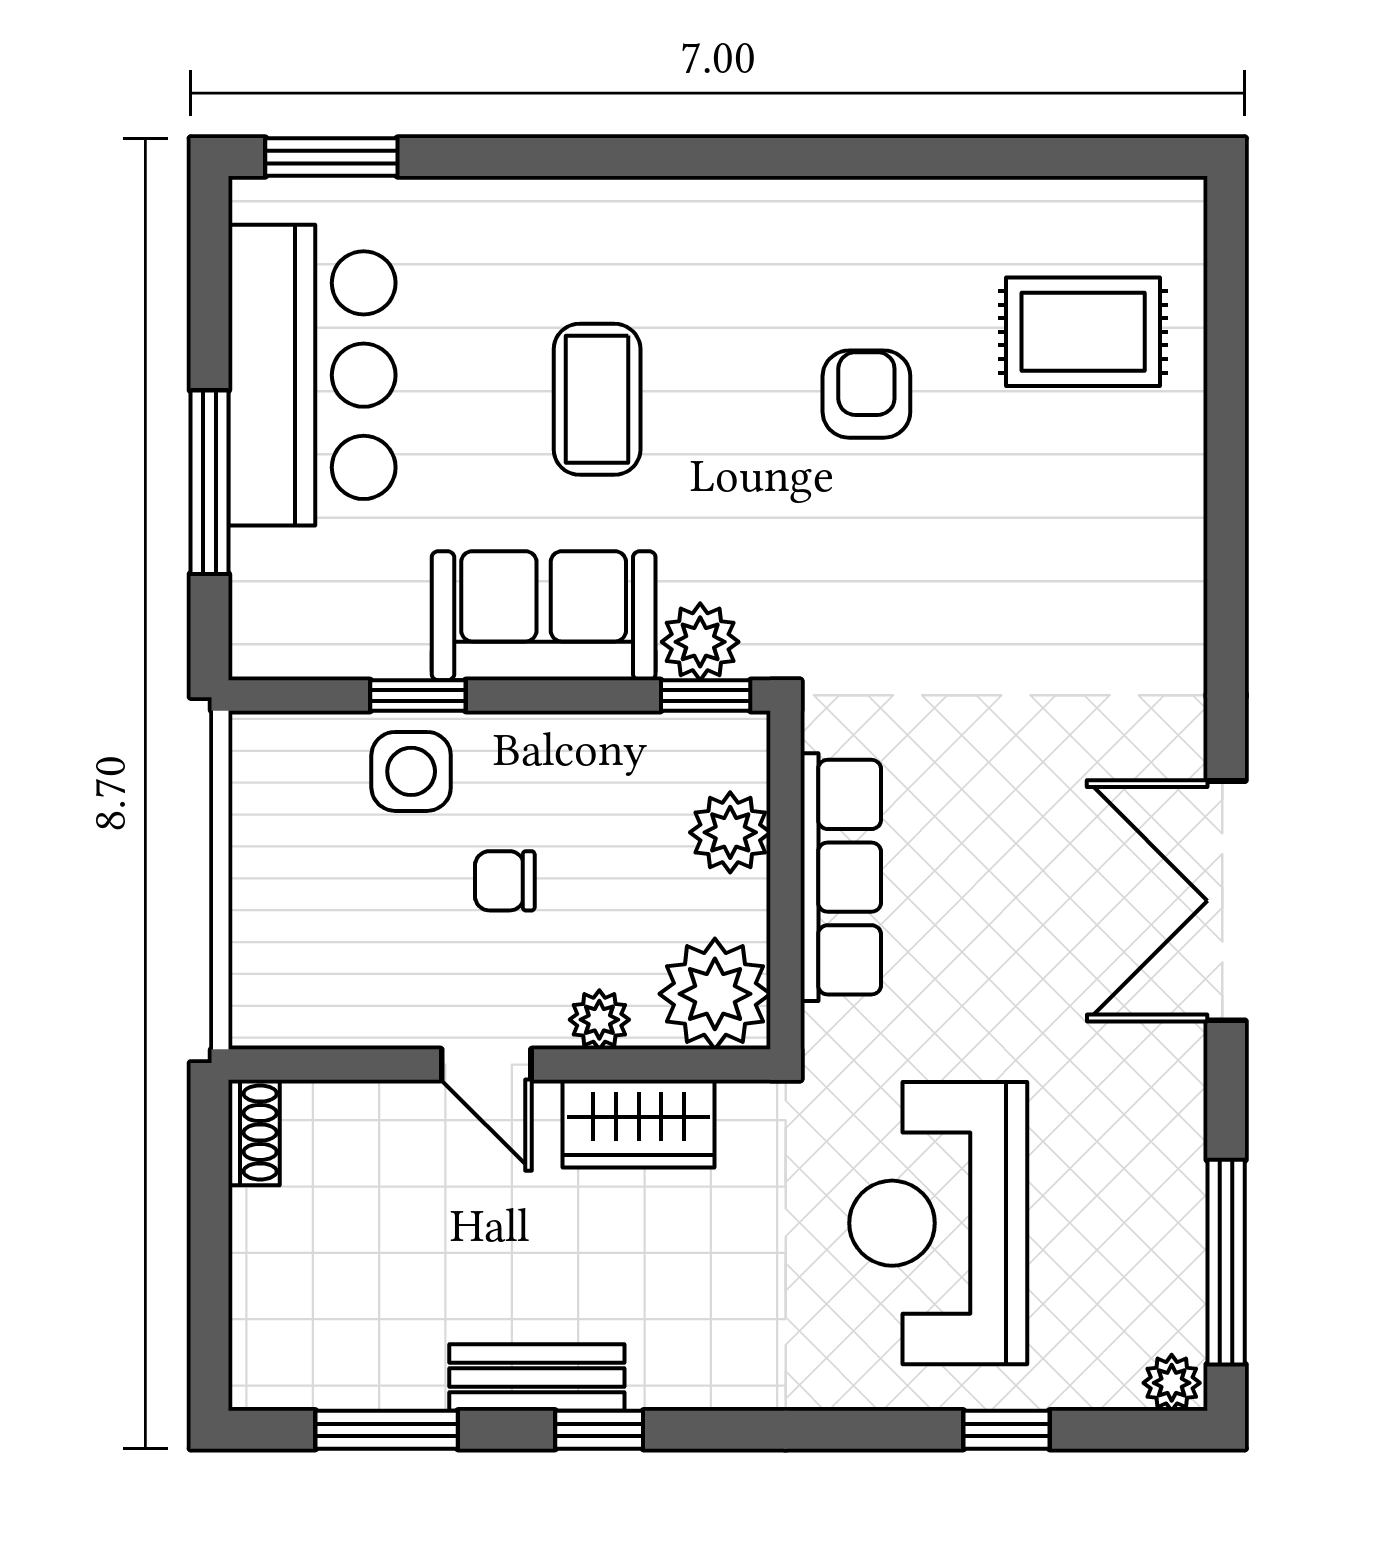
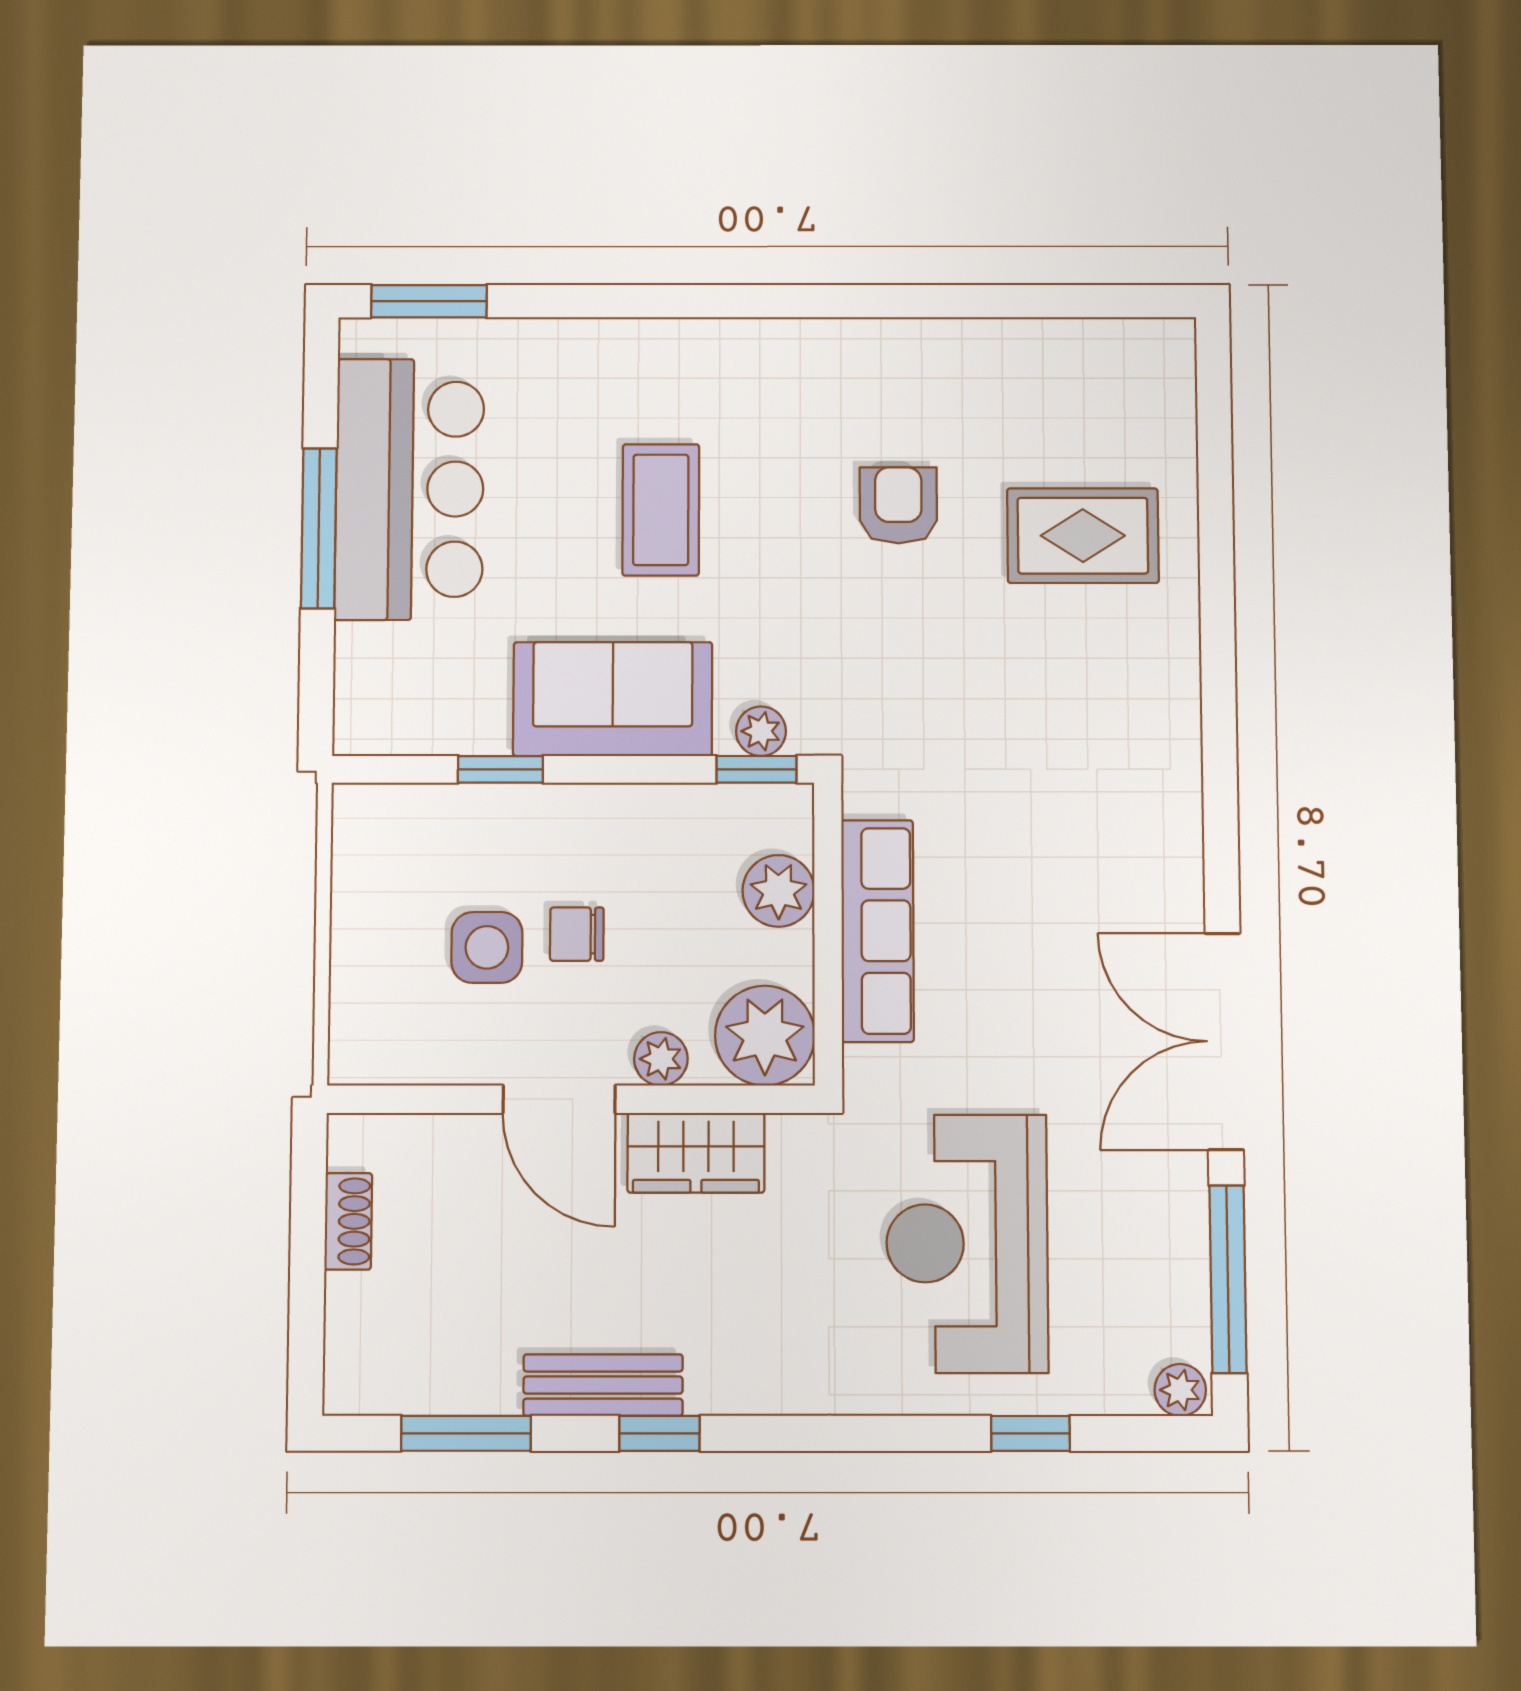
rug: (1083, 332) -> (1083, 536), moved
window: (209, 482) -> (319, 528), moved
plant: (700, 642) -> (761, 731), width x0.73, depth x0.73
side table: (411, 771) -> (487, 947), moved
double door: (1226, 901) -> (1224, 1041), moved
door: (486, 1065) -> (559, 1099), width x1.38
shoe rack: (254, 1132) -> (348, 1221), moved

